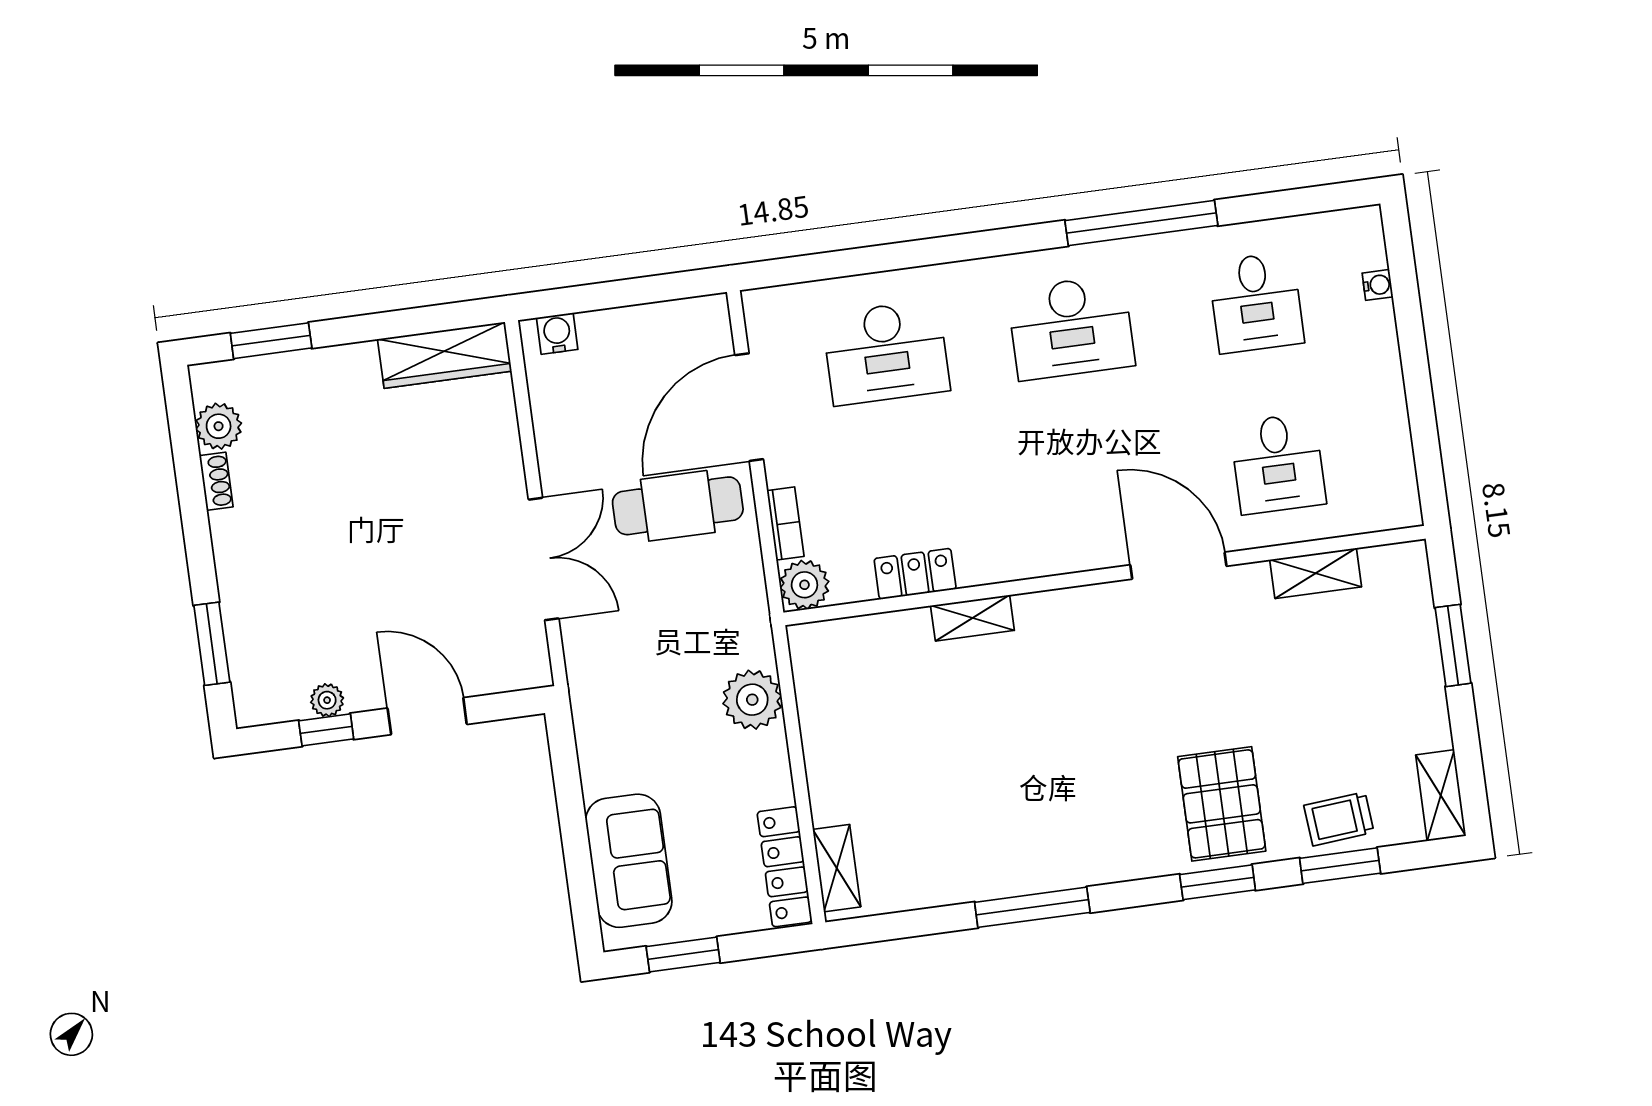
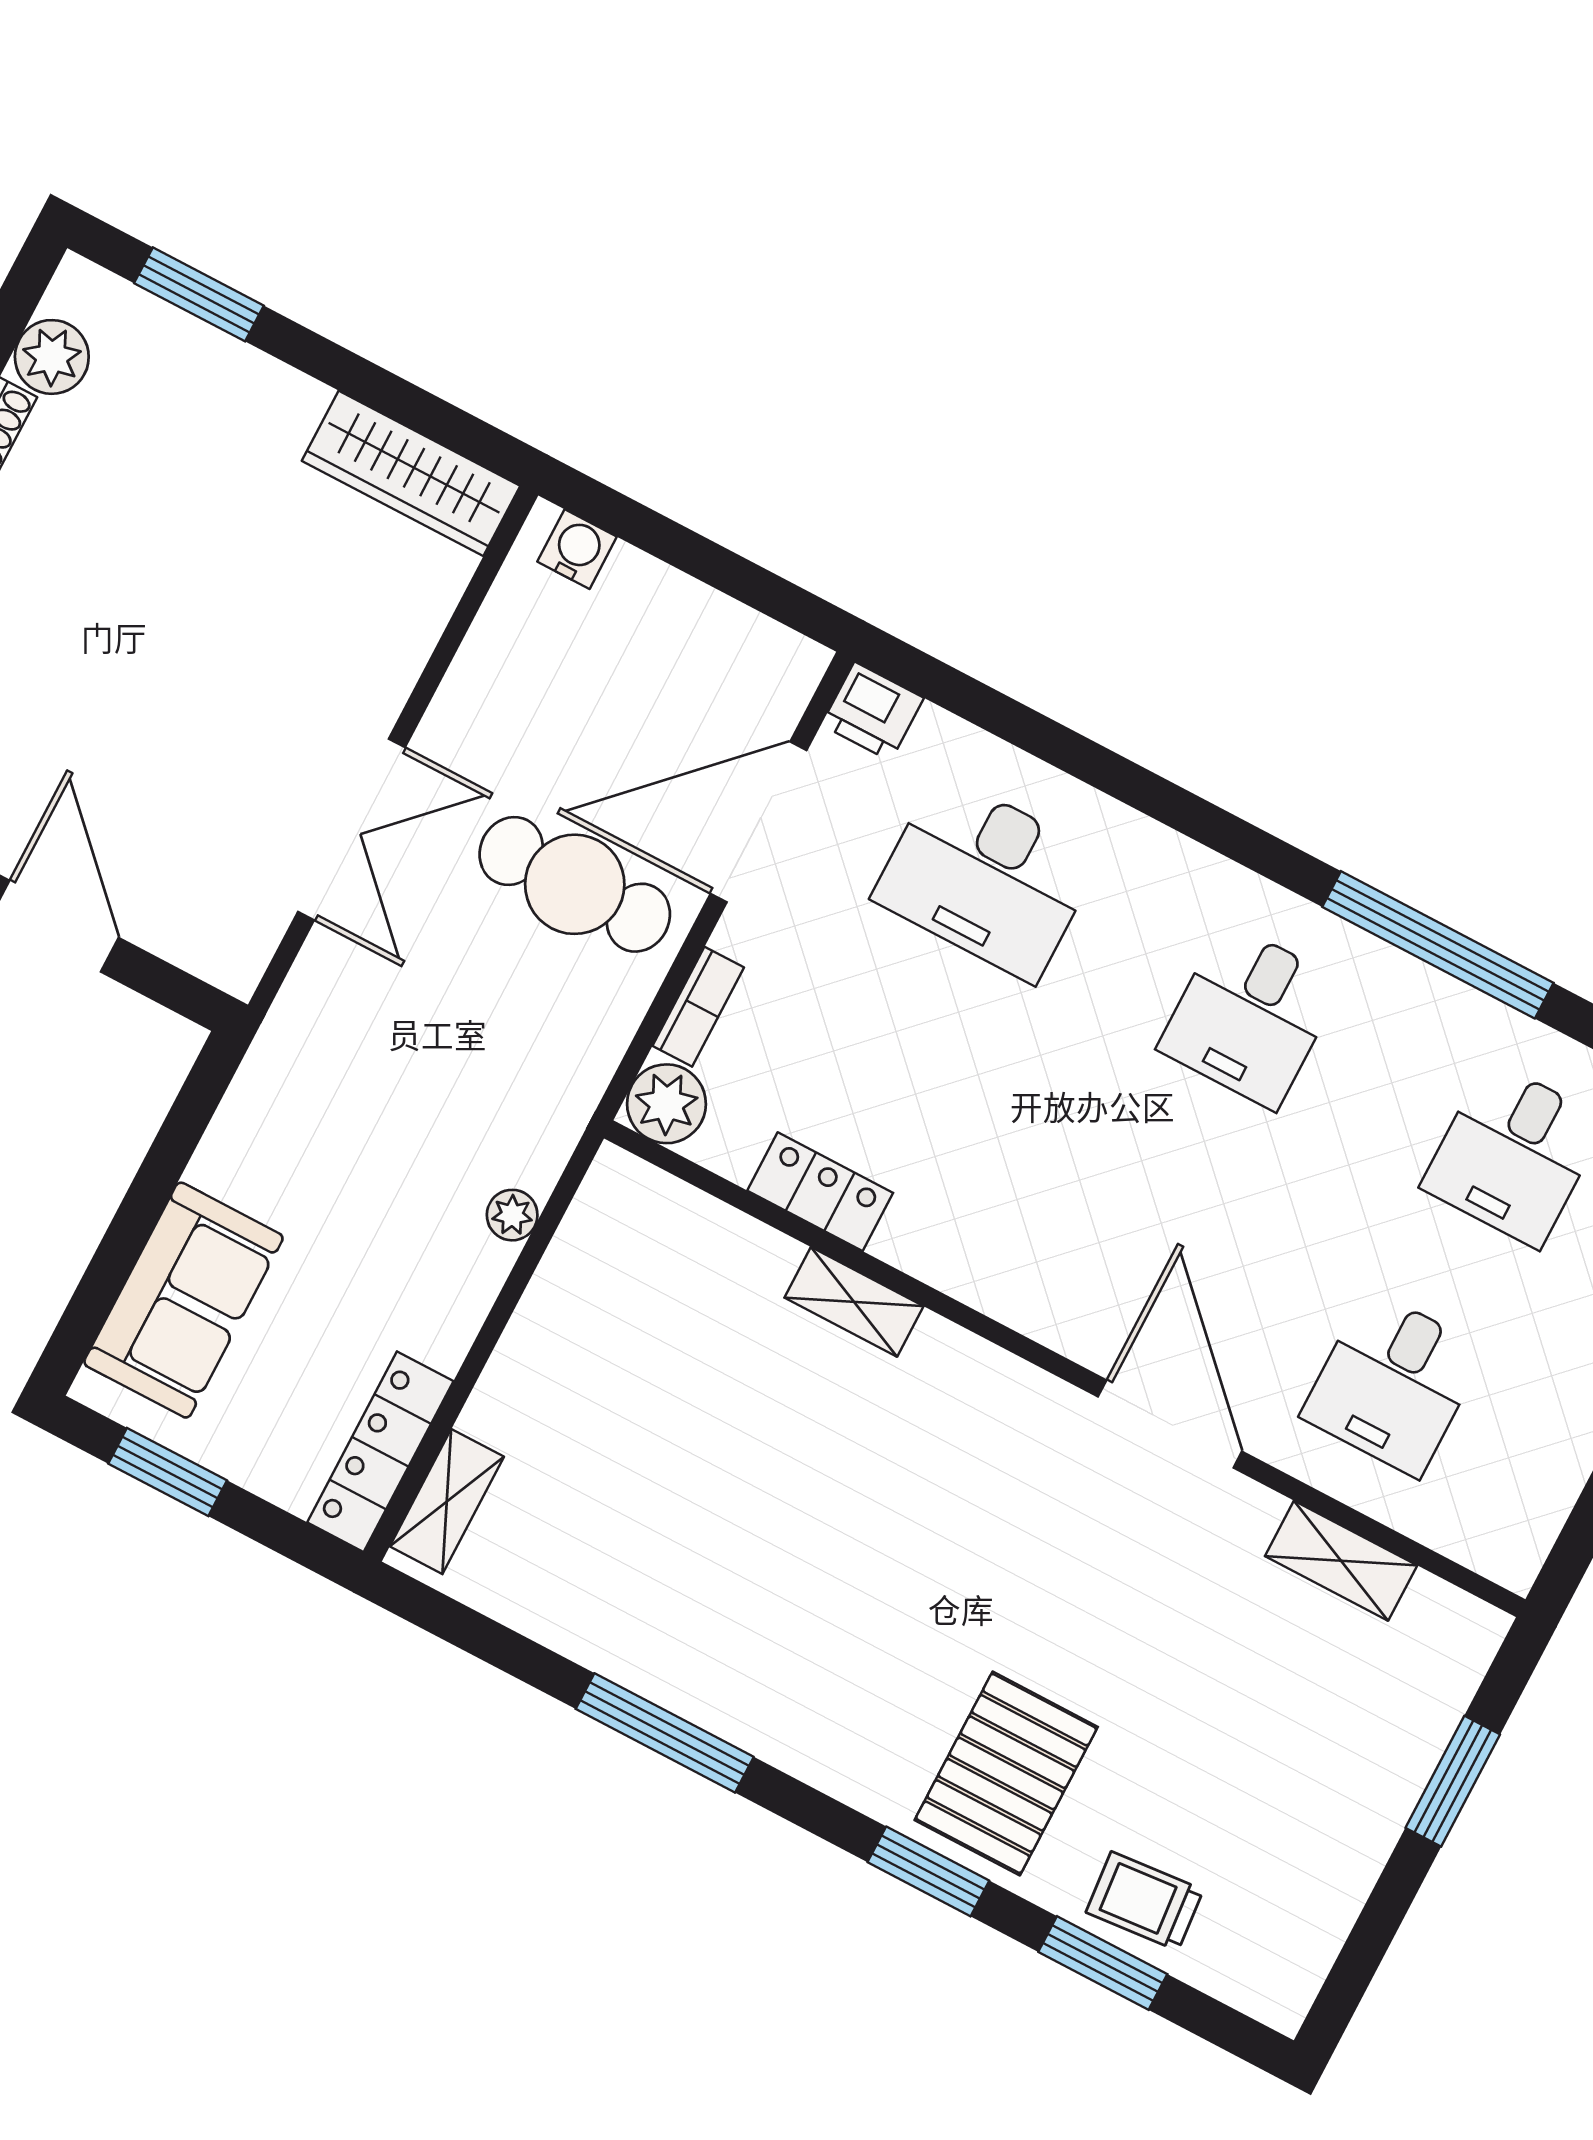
printer: (767, 309) -> (873, 711), added
desk: (1071, 328) -> (1250, 1016), width x0.73
plant: (752, 700) -> (512, 1215), width x0.53, depth x0.53
shelving: (1441, 795) -> (1298, 1965), removed

